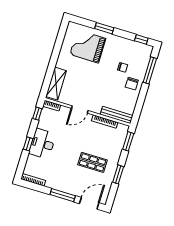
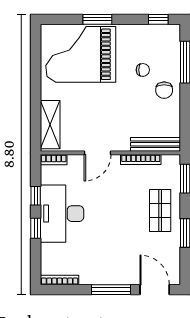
grand piano: (88, 46) -> (81, 54), width x1.37, depth x1.48
window: (37, 114) -> (36, 196), moved
desk: (42, 144) -> (62, 214), width x1.36, depth x1.30
shop shelf: (92, 162) -> (160, 210), moved, turned 90
door: (89, 203) -> (155, 290), hinge flipped

